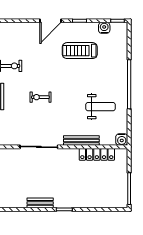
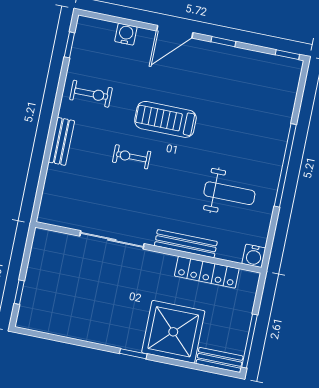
water cooler: (104, 28) -> (126, 34), moved
treadmill: (80, 51) -> (165, 119), moved
shower: (85, 192) -> (173, 332), added
bench: (40, 203) -> (220, 360), moved

